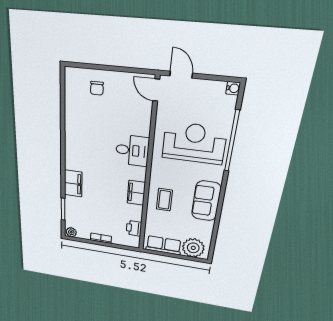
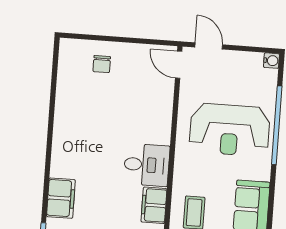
reception desk: (194, 143) -> (230, 130), turned 180
desk: (132, 151) -> (147, 165), moved

